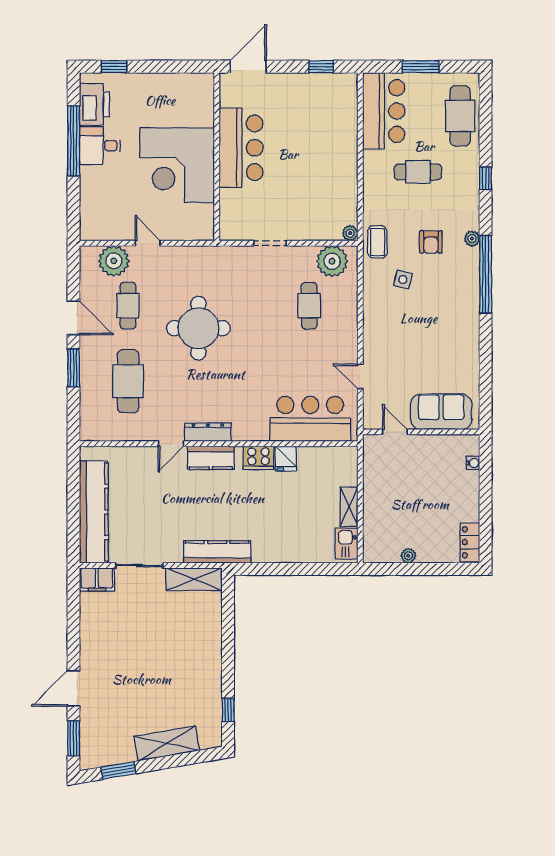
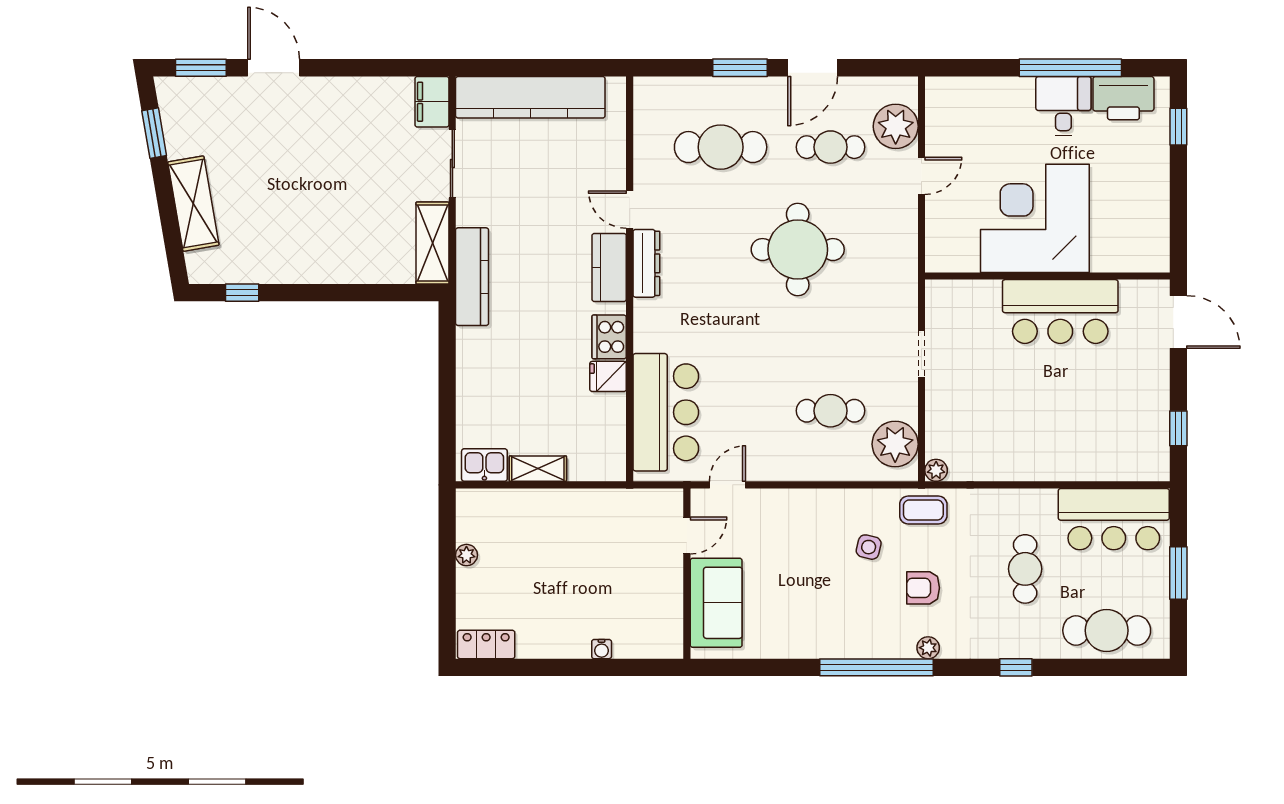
sofa: (441, 412) -> (716, 603), moved
door: (395, 432) -> (687, 536), moved
wall: (421, 432) -> (687, 574), moved

